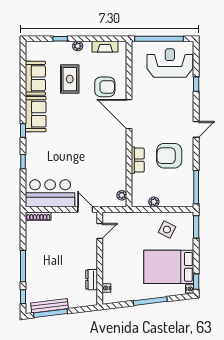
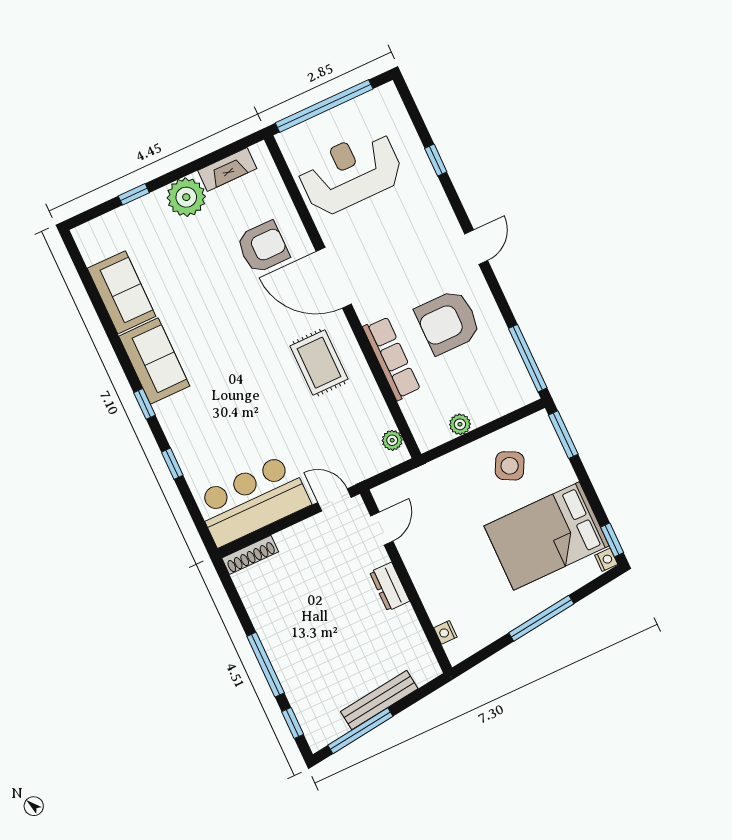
plant: (78, 46) -> (186, 197), width x1.88, depth x1.88
reception desk: (170, 63) -> (350, 172), moved
rug: (70, 79) -> (319, 363), moved
row of seats: (138, 160) -> (392, 358), width x1.48
dresser: (92, 280) -> (390, 587), moved
bench: (49, 306) -> (379, 700), moved

